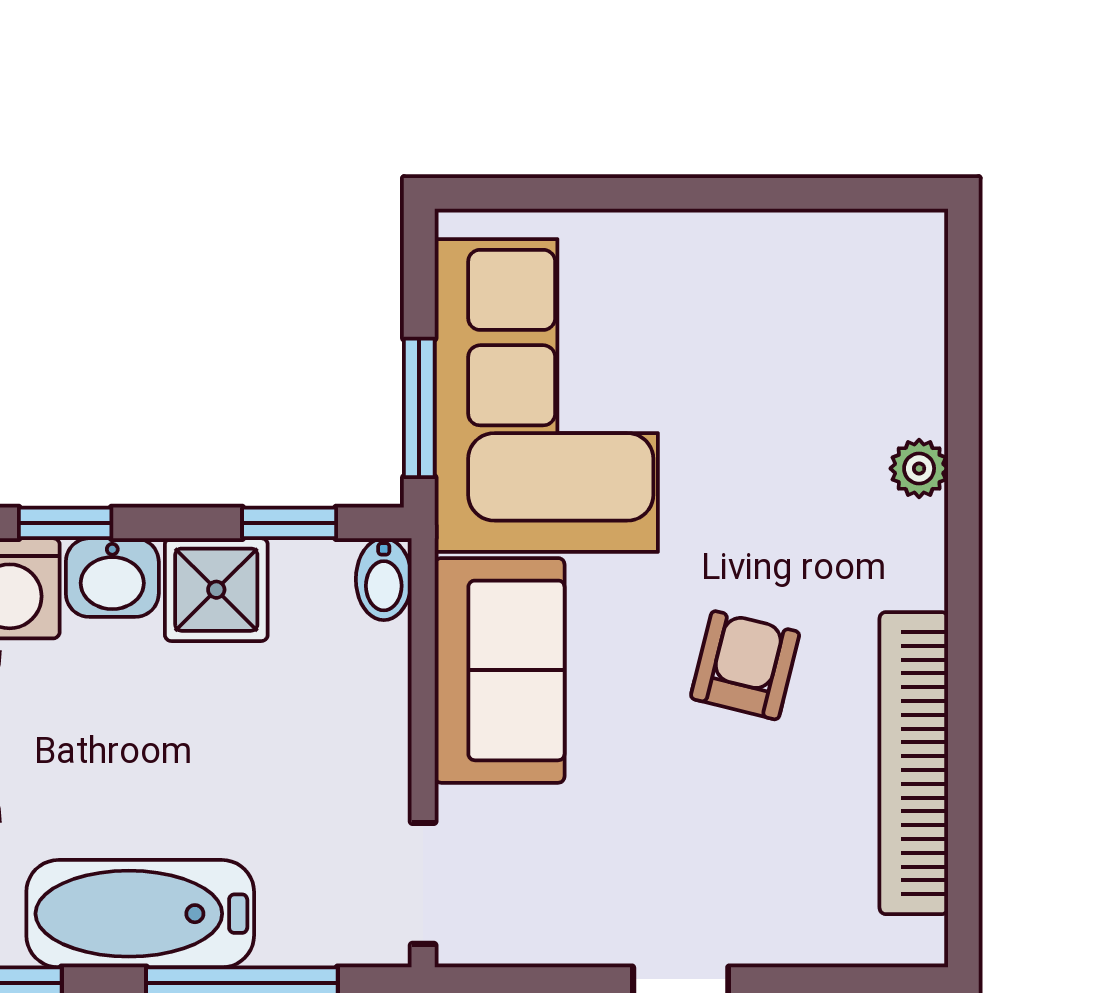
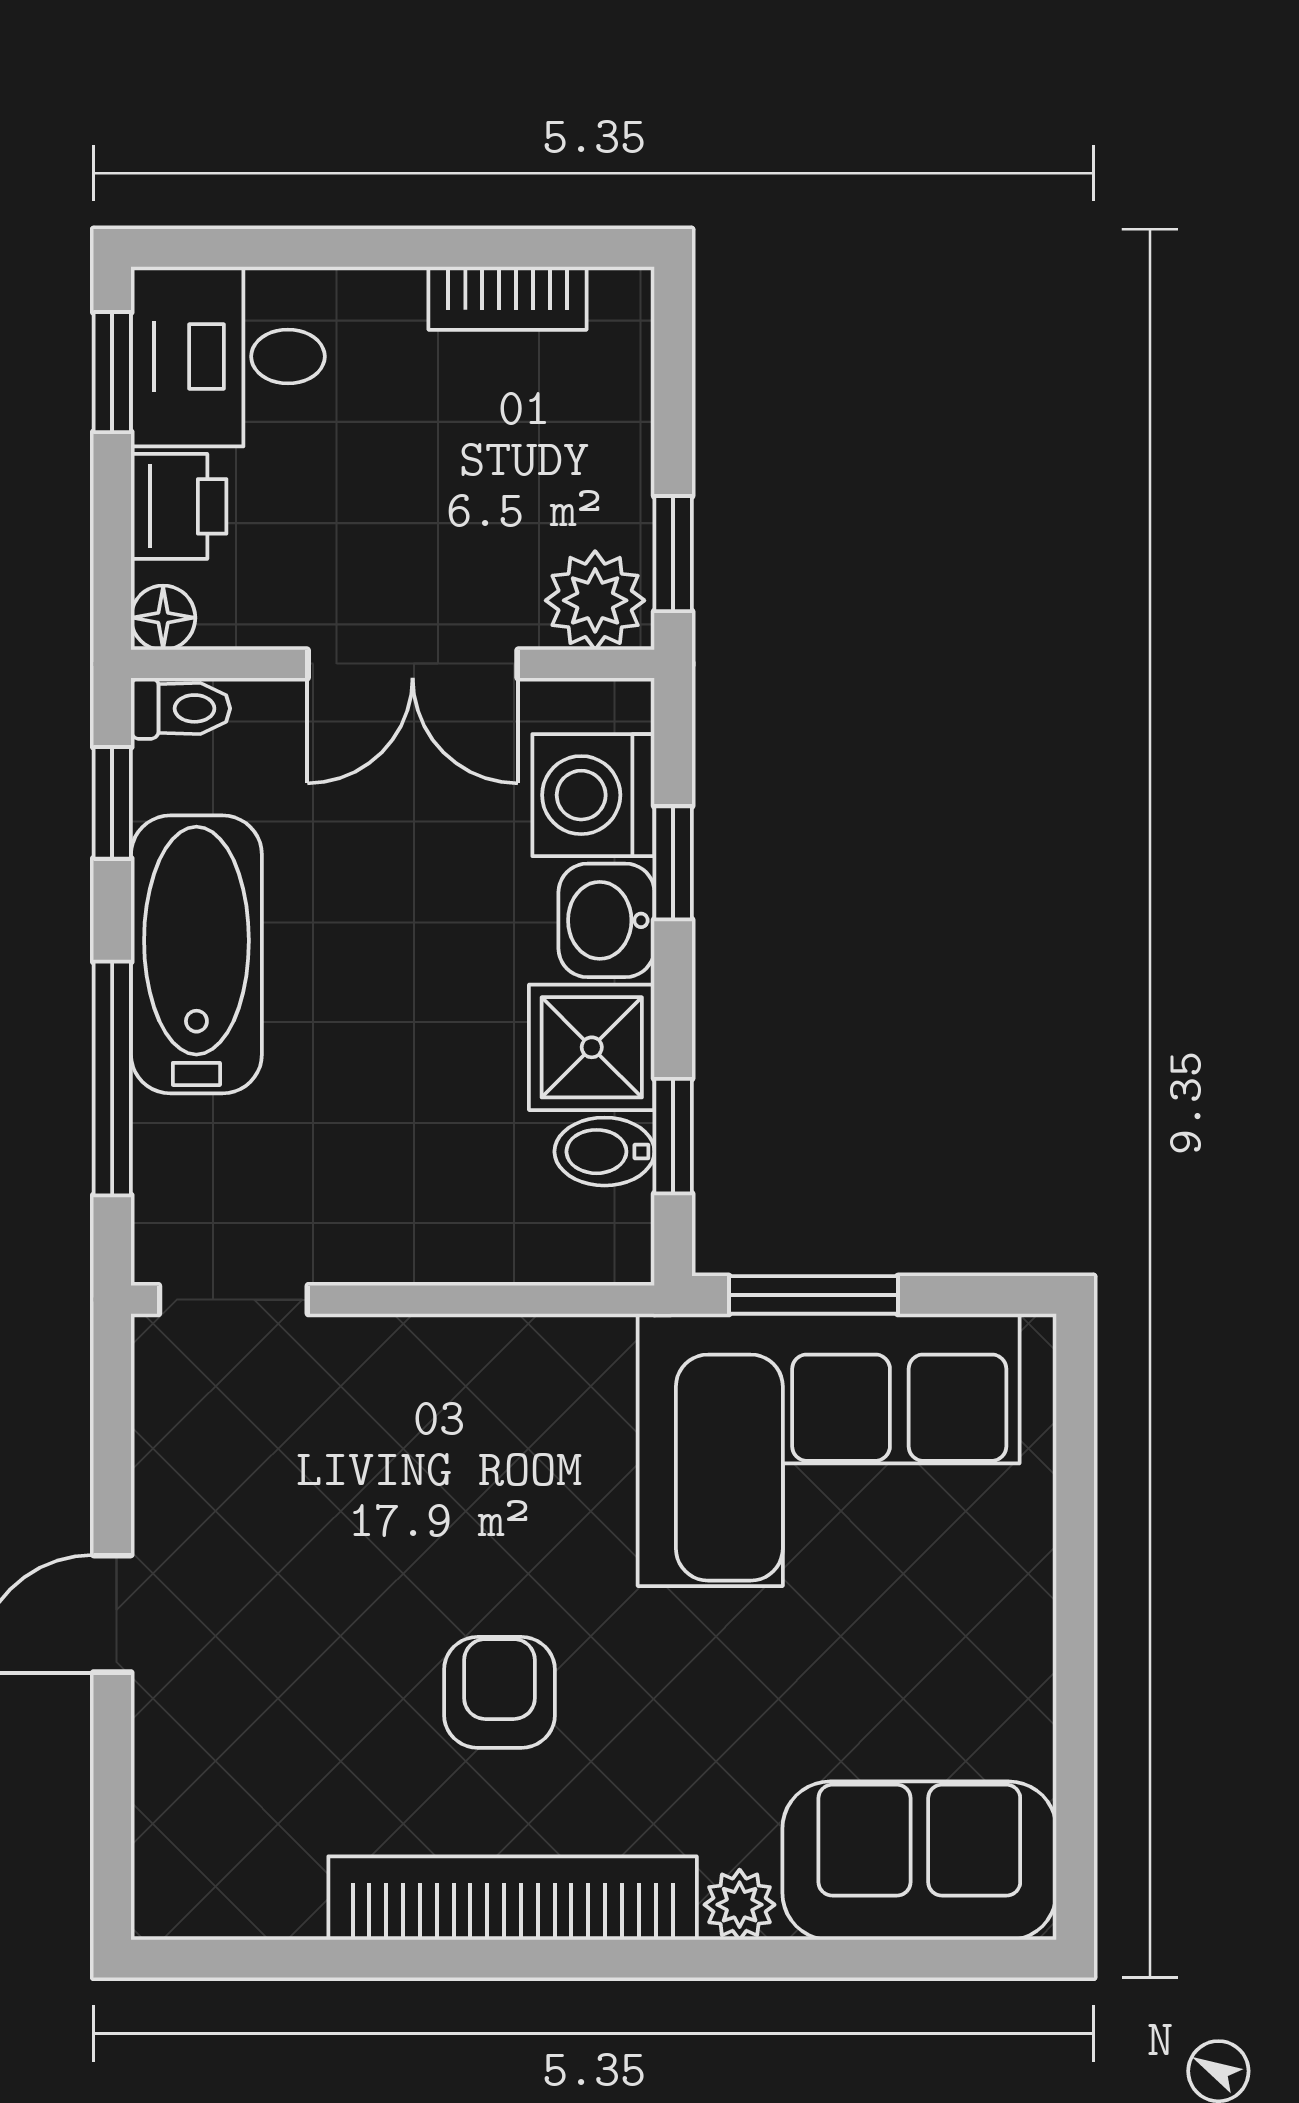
bidet: (384, 579) -> (604, 1152), moved
armchair: (745, 665) -> (500, 1692), turned -104
sofa: (500, 670) -> (919, 1861), moved, turned 180
bookcase: (914, 763) -> (513, 1898), moved

